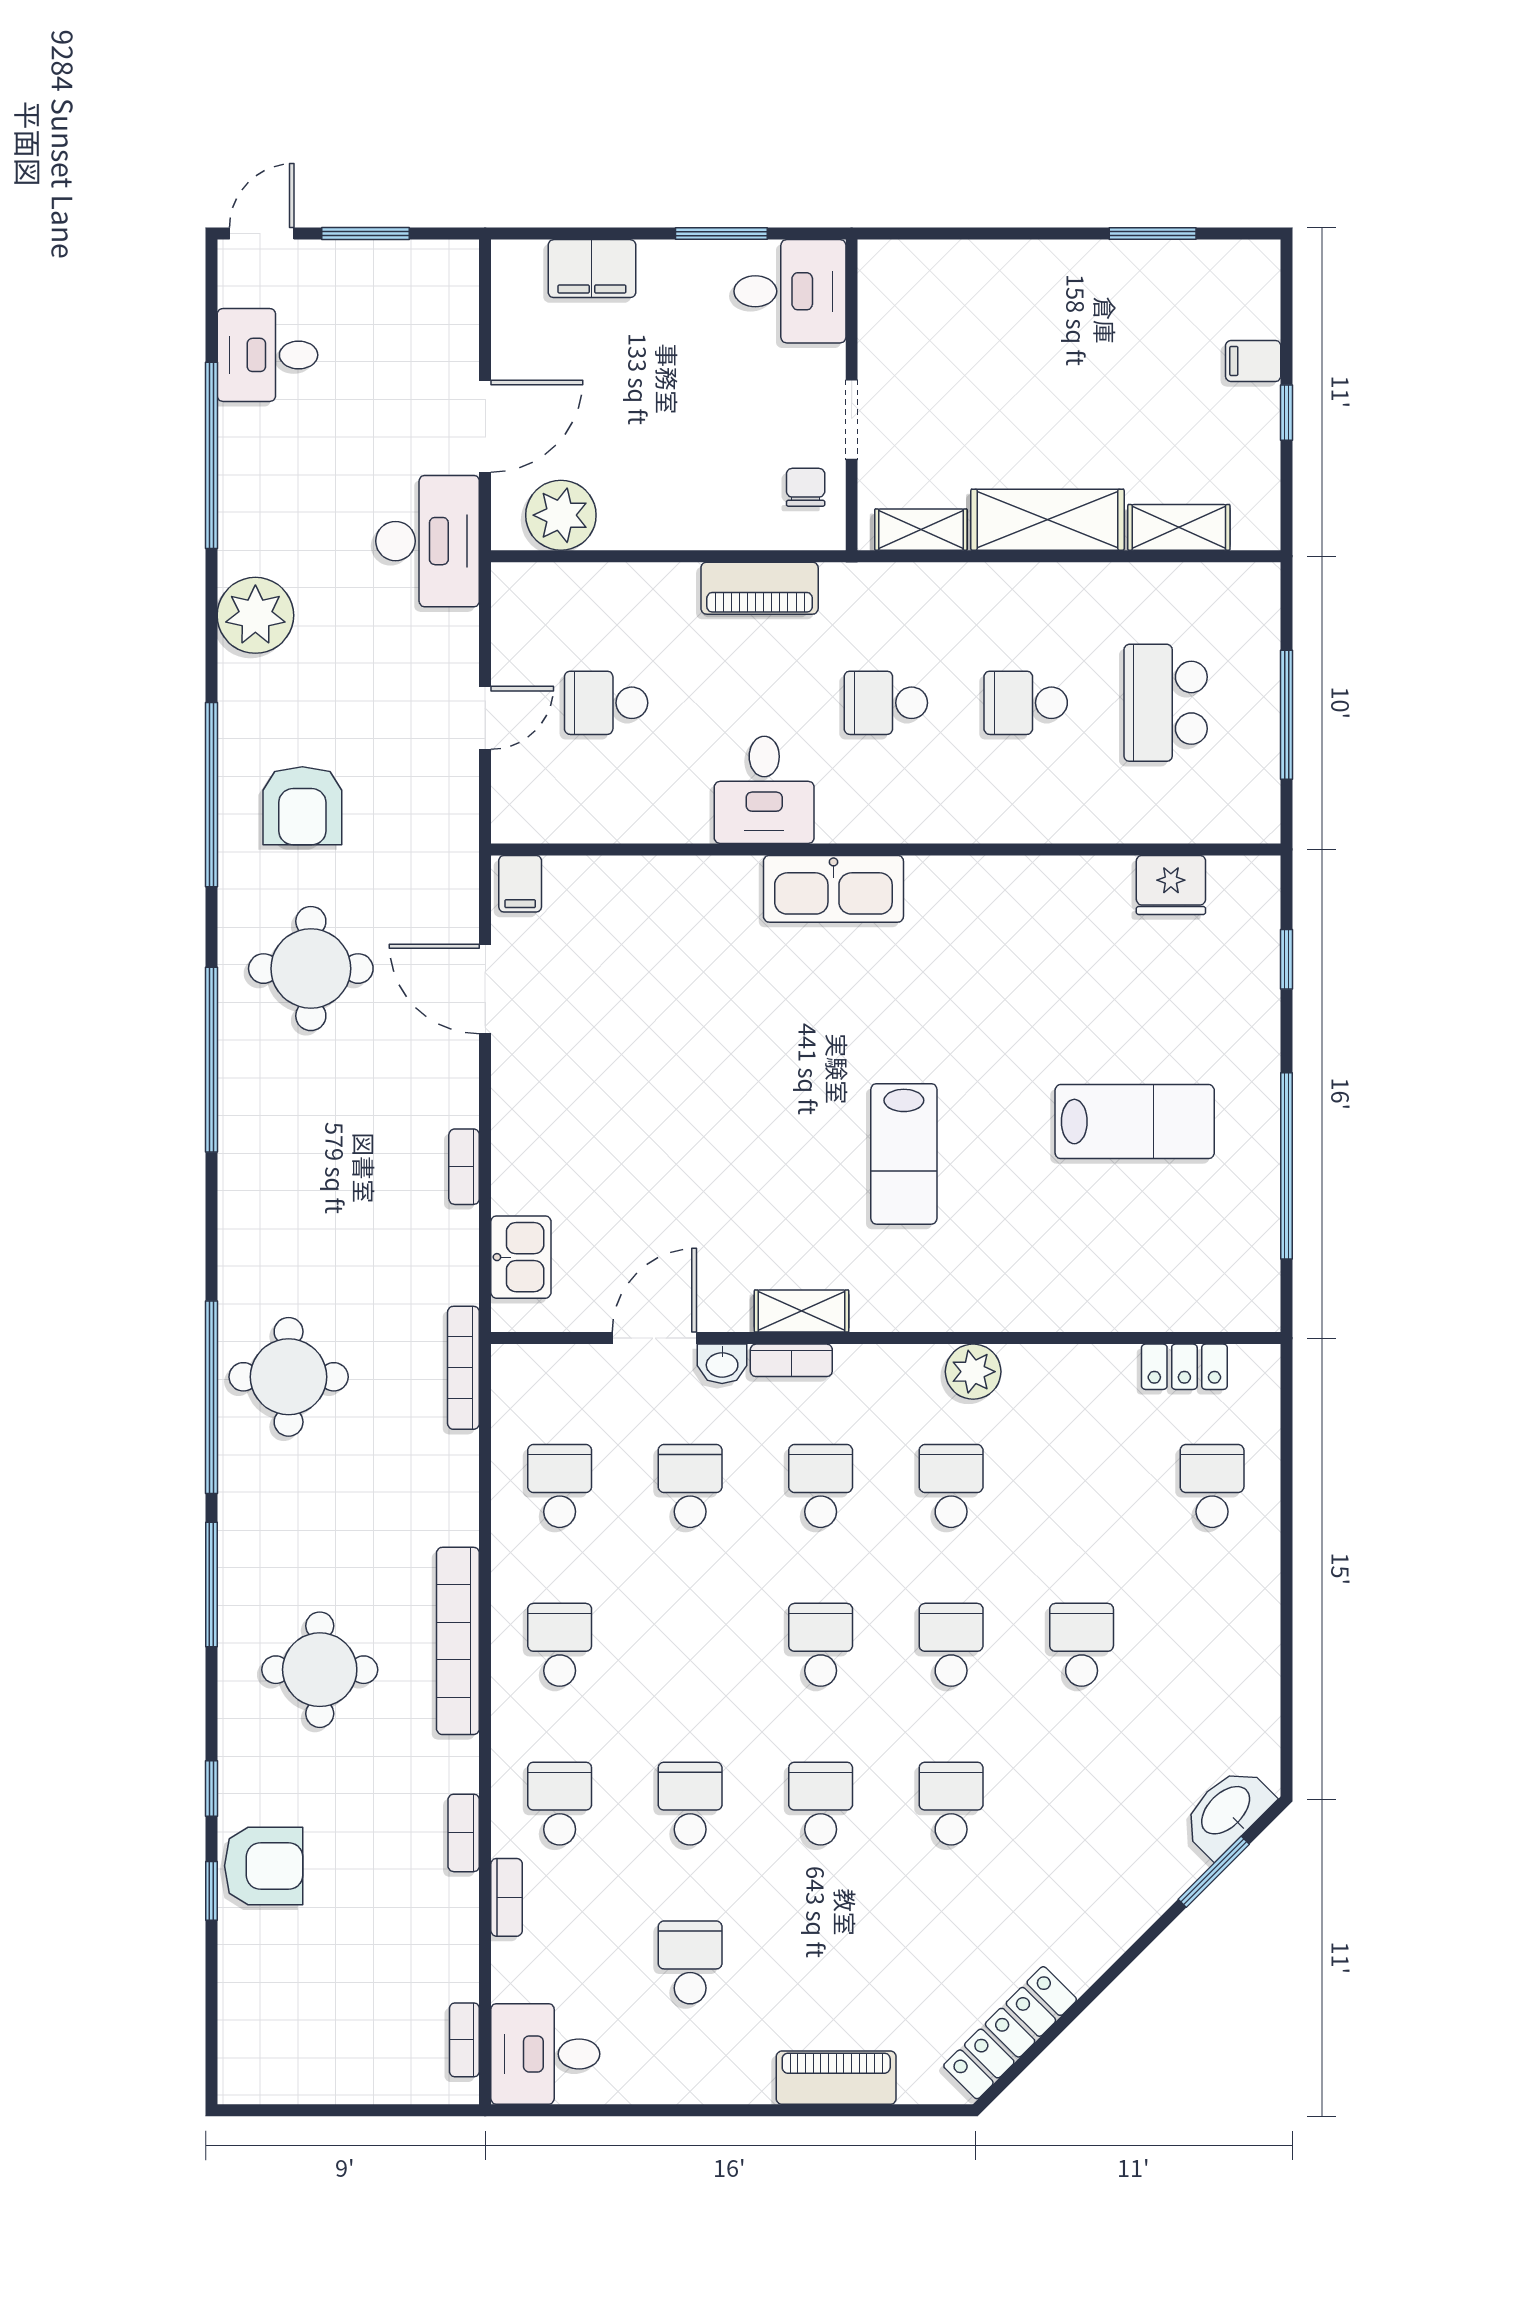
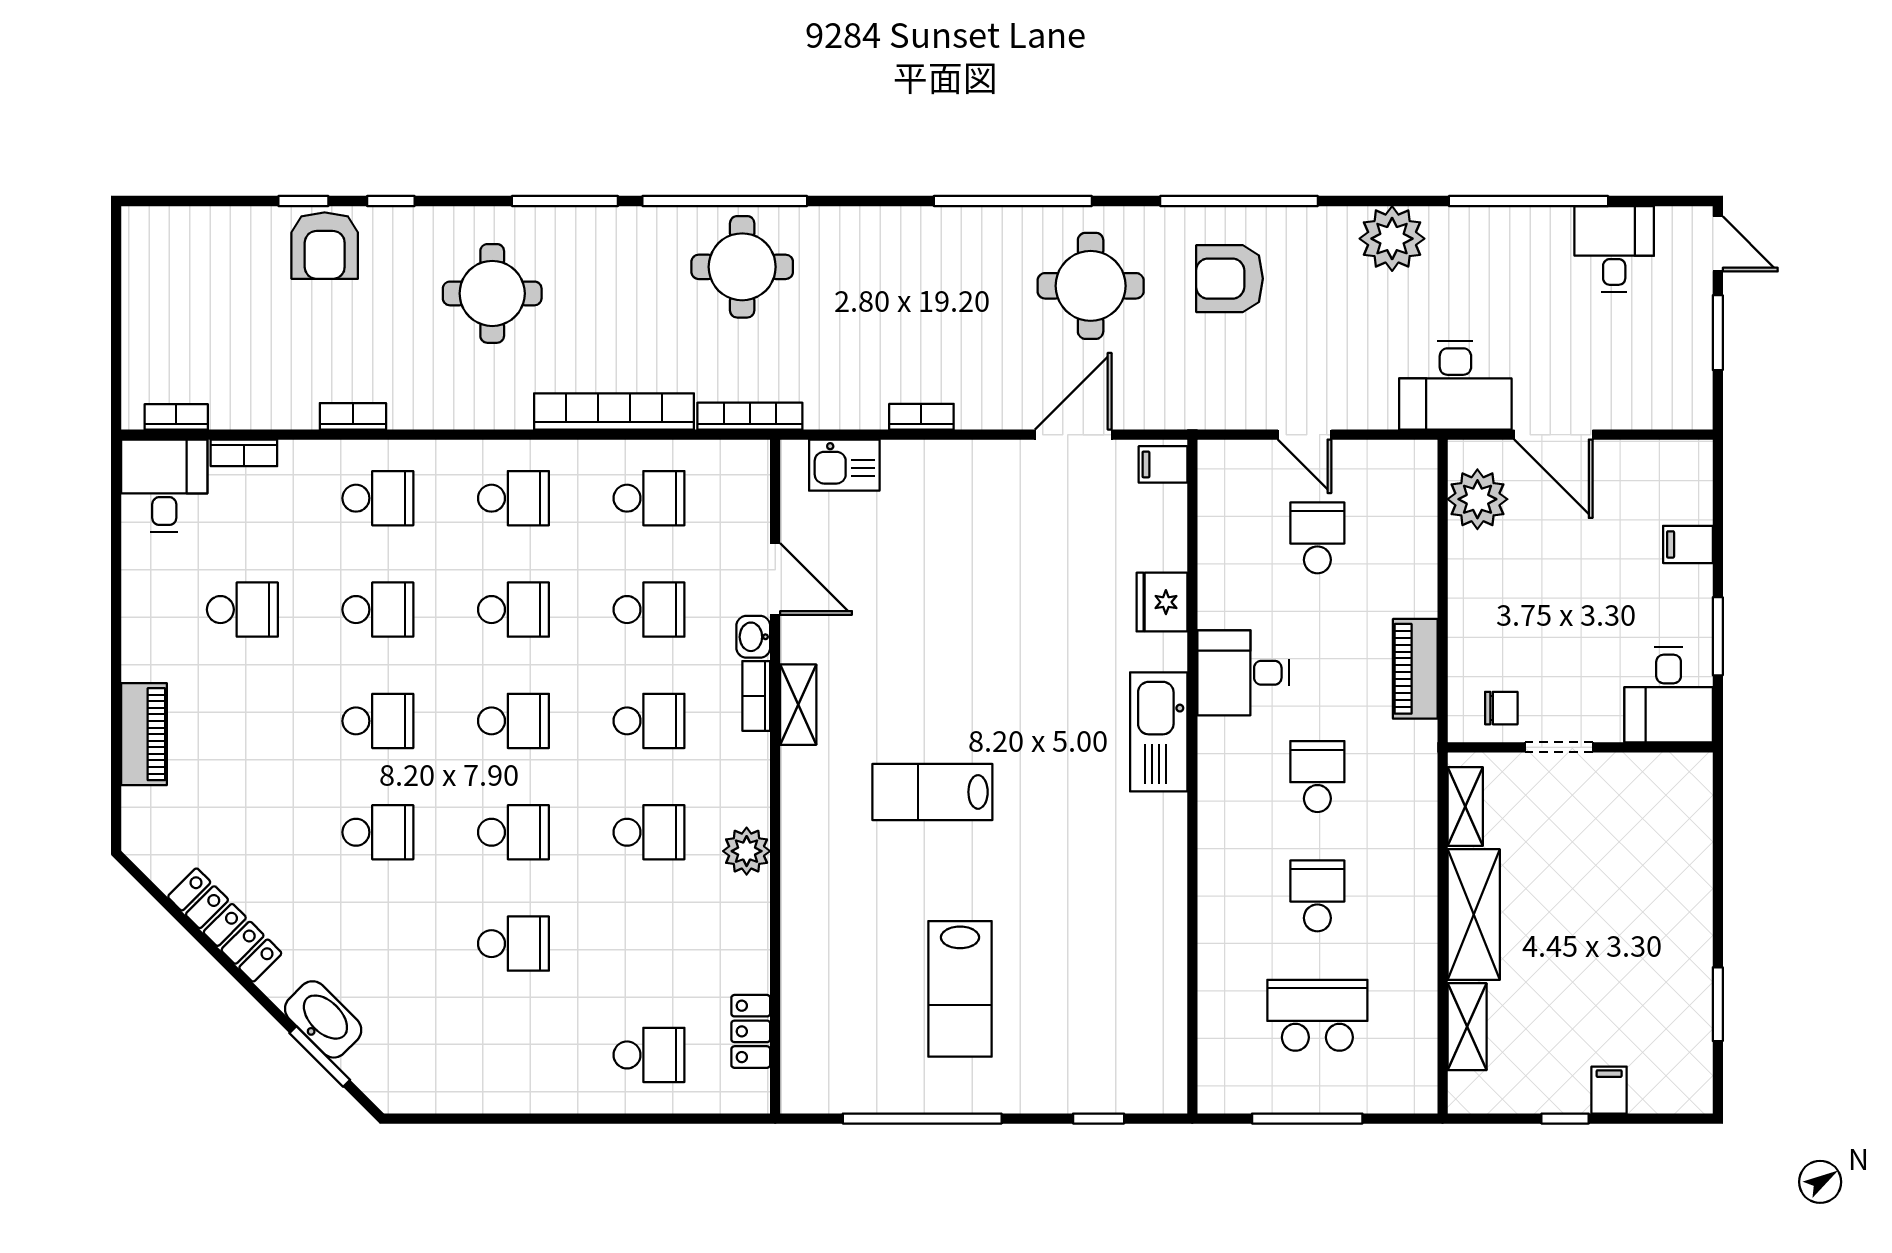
filing cabinet: (592, 269) -> (1688, 544), width x0.50
fridge: (1171, 885) -> (1162, 602), moved
bookcase: (458, 1641) -> (614, 411), moved
school desk: (690, 1645) -> (513, 610), added
washbasin: (1227, 1811) -> (323, 1019), moved
bookcase: (507, 1897) -> (244, 453), moved
locker: (1010, 2033) -> (225, 925), moved

